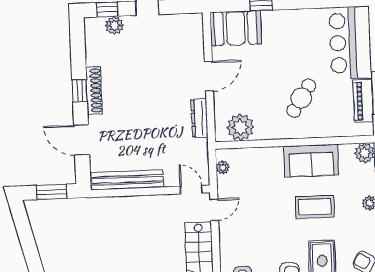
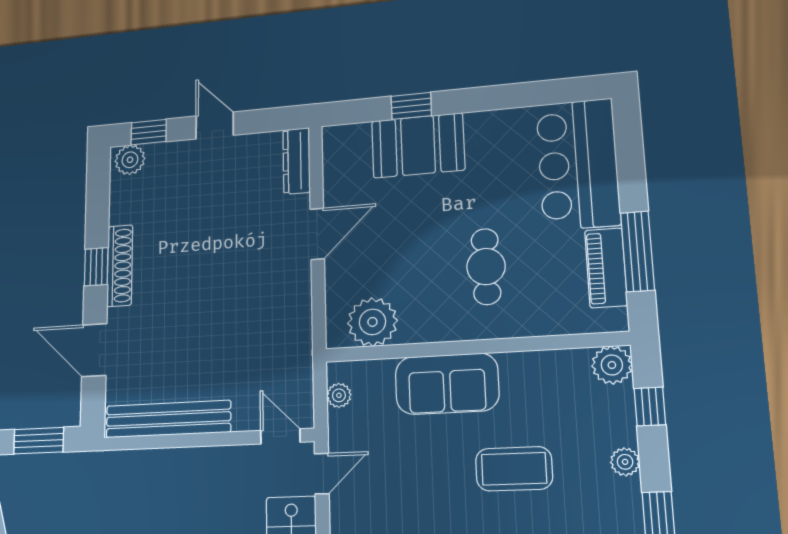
plant: (114, 25) -> (130, 160), moved
booth: (236, 28) -> (418, 145), moved
cafe table: (301, 98) -> (486, 267), turned -33
dresser: (199, 118) -> (297, 161), moved
sofa: (311, 161) -> (447, 384), moved

